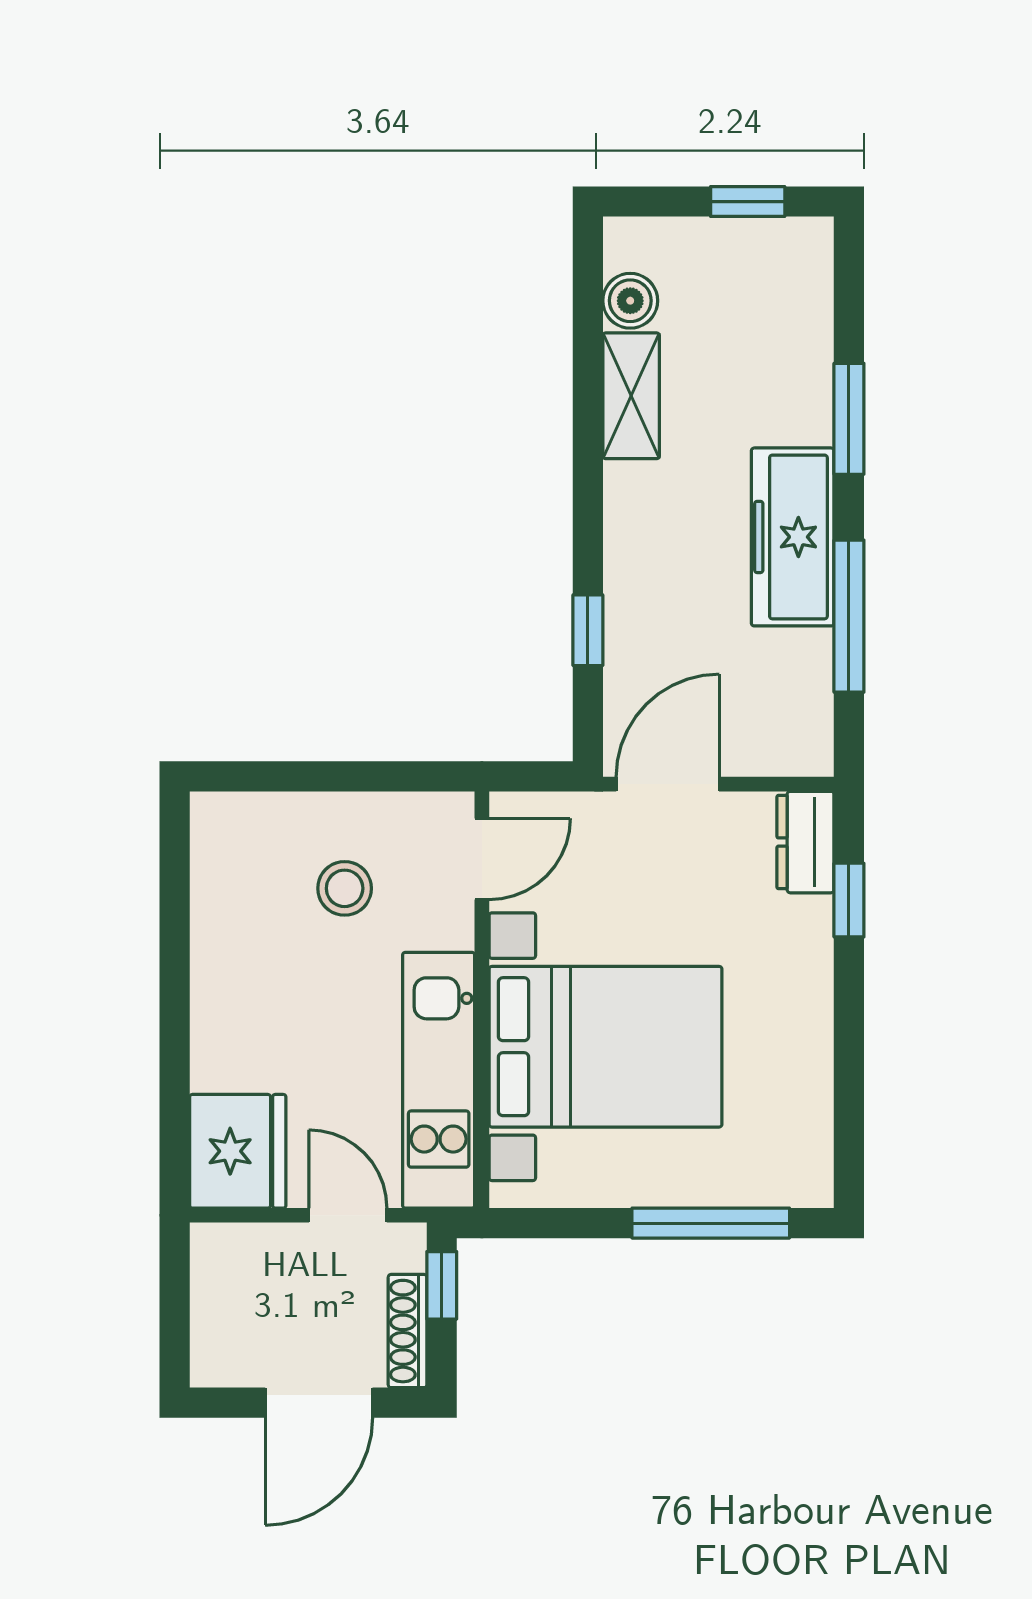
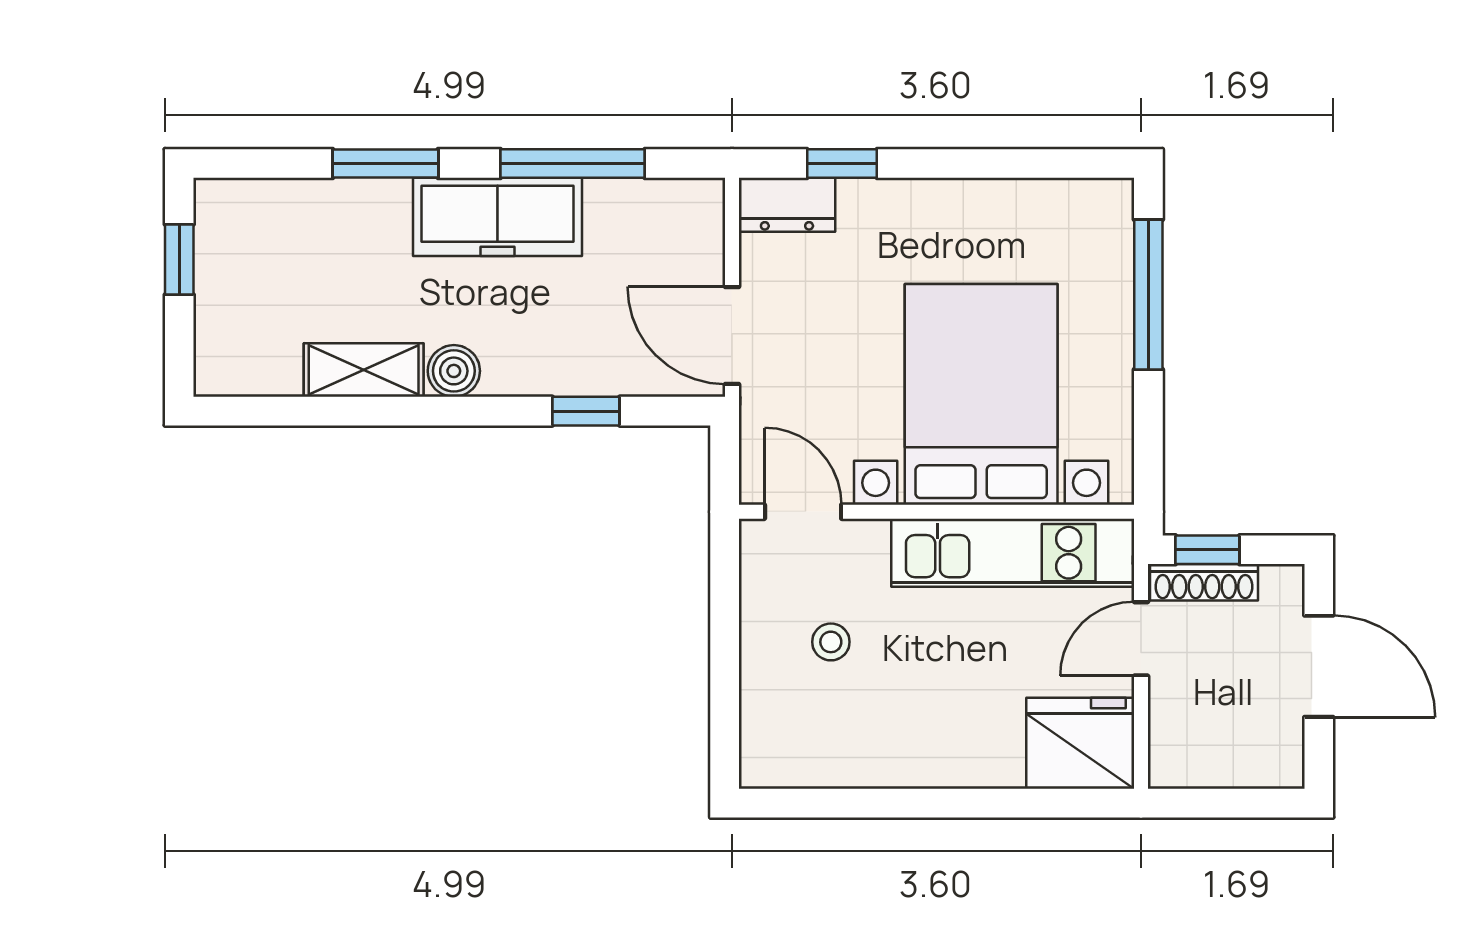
boiler: (630, 301) -> (454, 371), moved
stool: (345, 888) -> (831, 642), width x0.73, depth x0.73
shoe rack: (408, 1331) -> (1204, 582), moved

